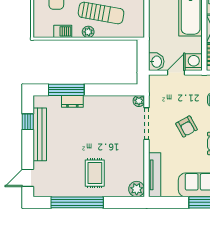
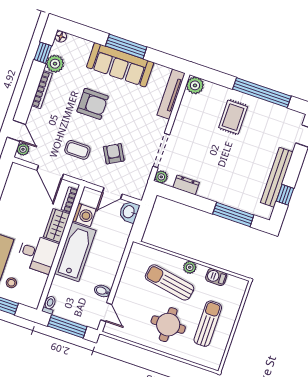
washing machine: (194, 62) -> (84, 215), moved, turned -90
dresser: (72, 101) -> (186, 185), moved
armchair: (187, 126) -> (114, 154), moved

